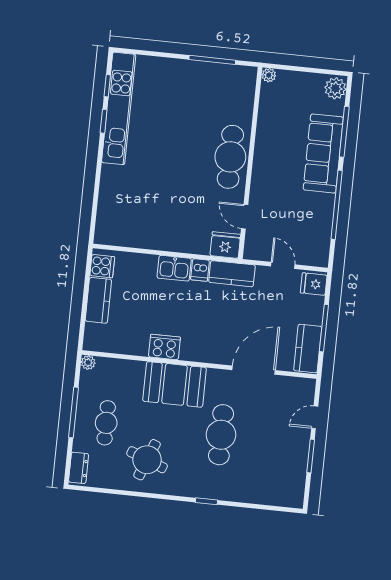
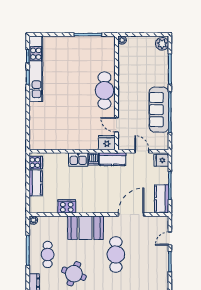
sofa: (323, 153) -> (159, 110), moved
cooker: (164, 347) -> (67, 206), moved

